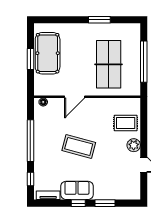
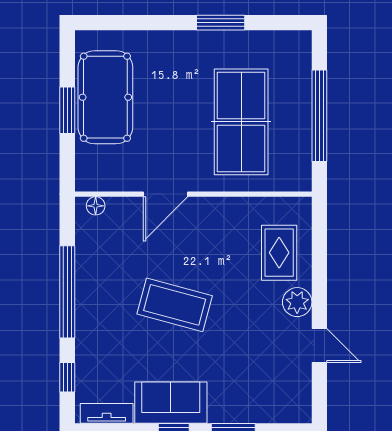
rug: (126, 123) -> (279, 253), turned 90

